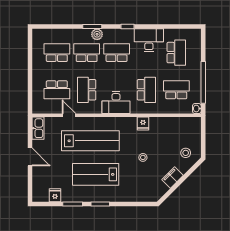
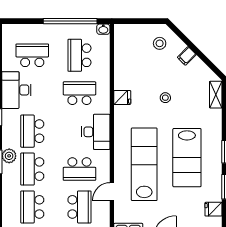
filing cabinet: (172, 178) -> (187, 56), width x0.50
shelving: (145, 197) -> (216, 95), added

